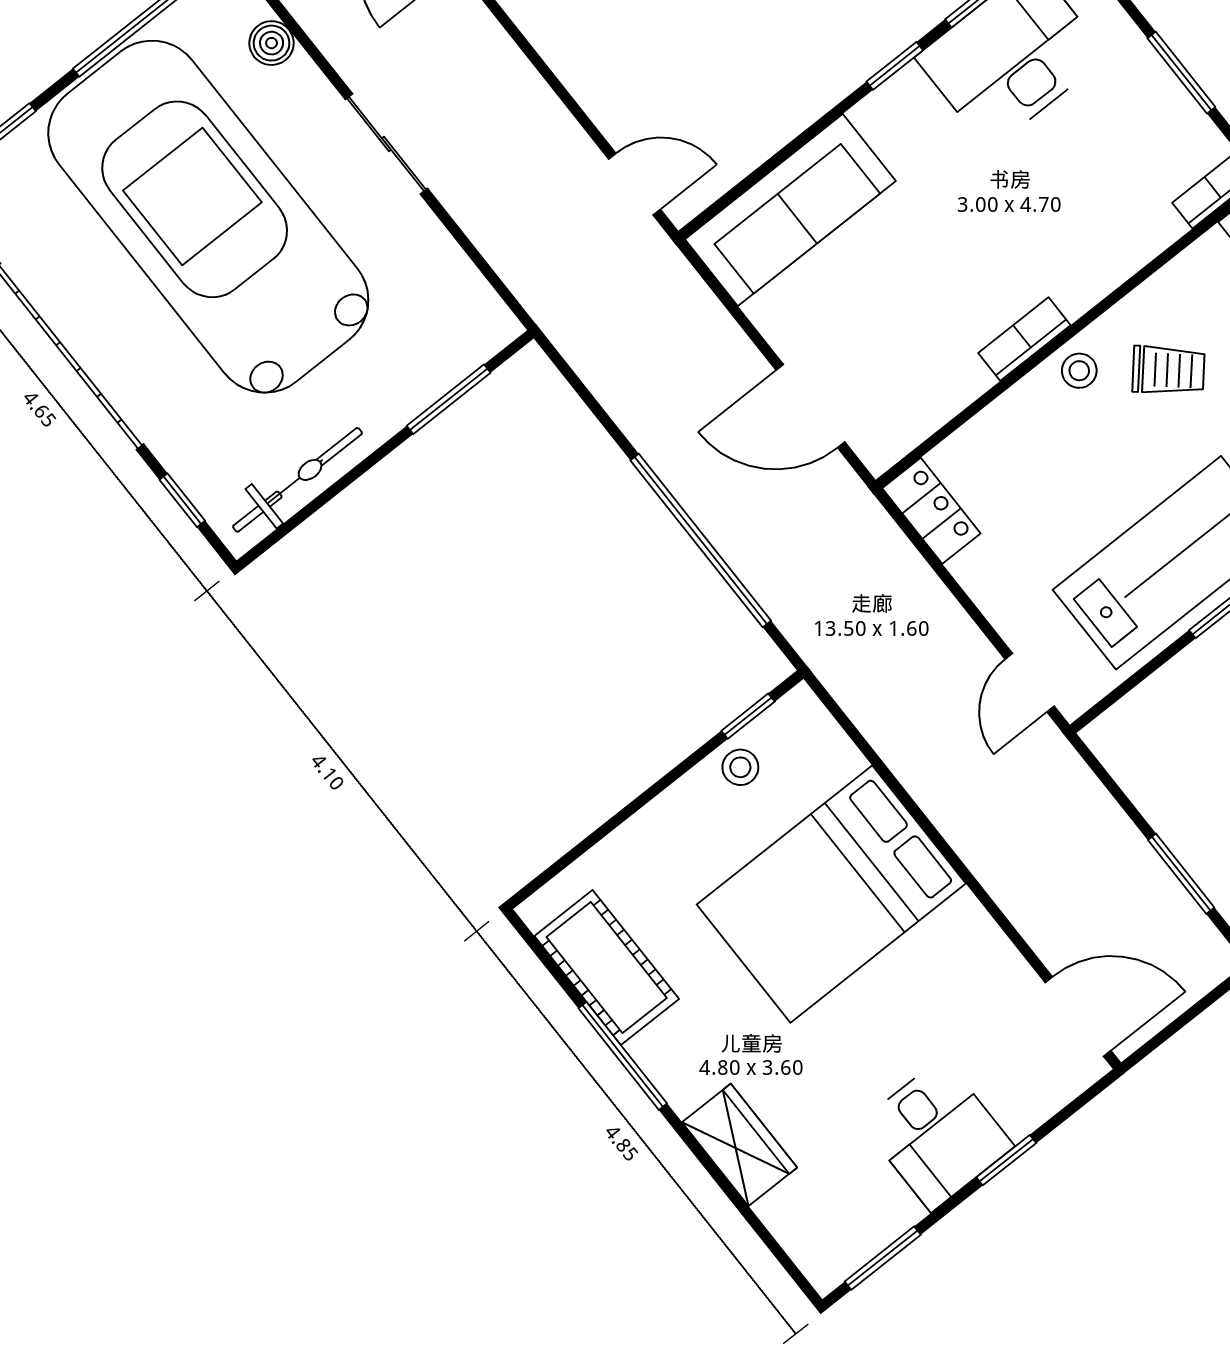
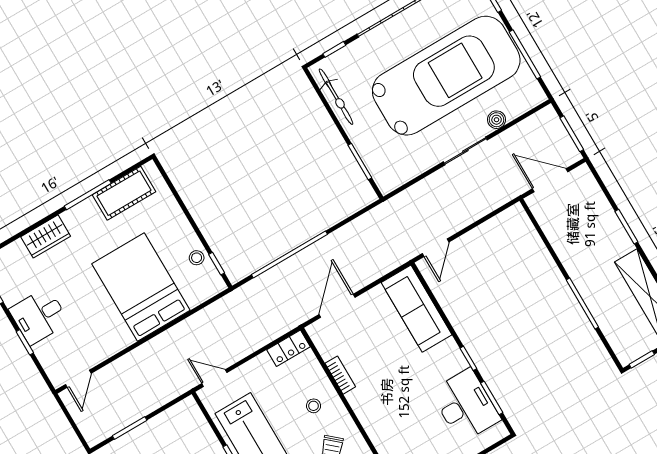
boiler: (272, 43) -> (497, 120), moved
bookcase: (1024, 339) -> (340, 375), moved
stool: (1079, 371) -> (314, 406), moved
door: (1078, 1017) -> (78, 379), width x0.73

